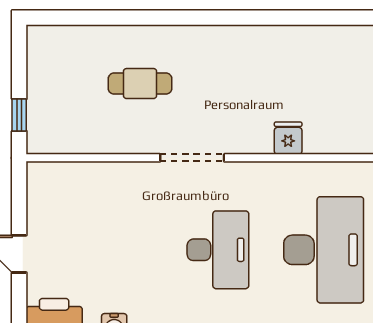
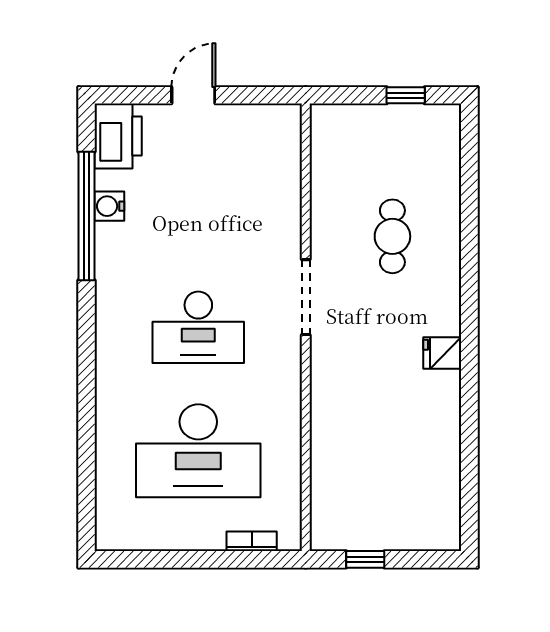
window: (19, 115) -> (406, 95), moved
fridge: (288, 138) -> (442, 353), moved, turned 180

